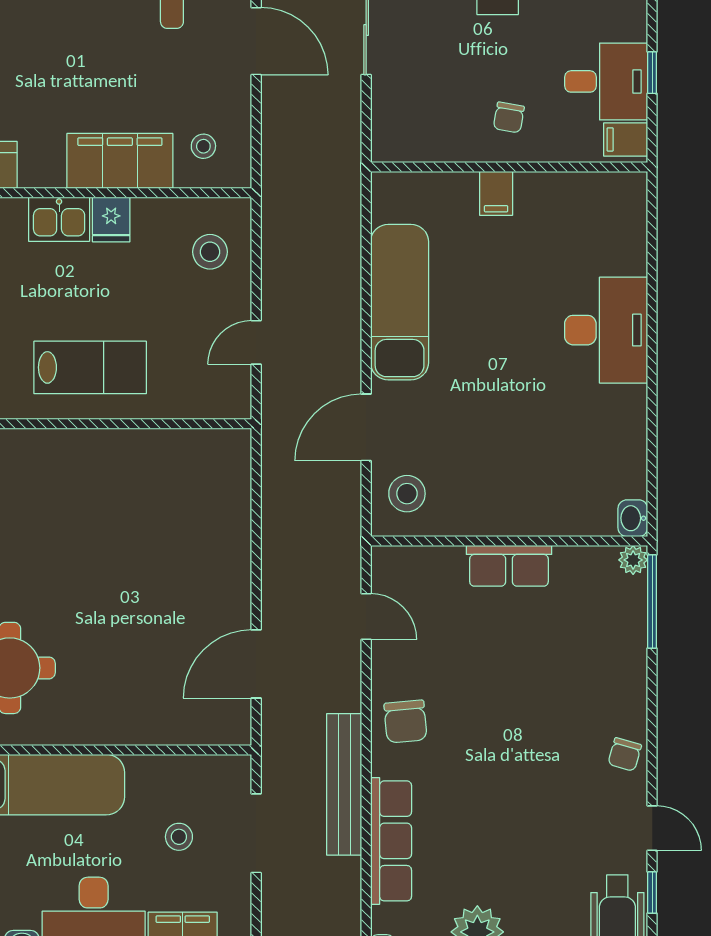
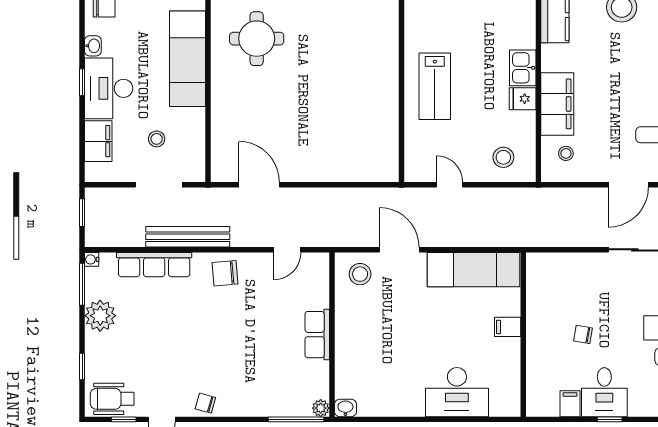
wall: (509, 167) -> (523, 335), moved
filing cabinet: (496, 193) -> (508, 327), moved

